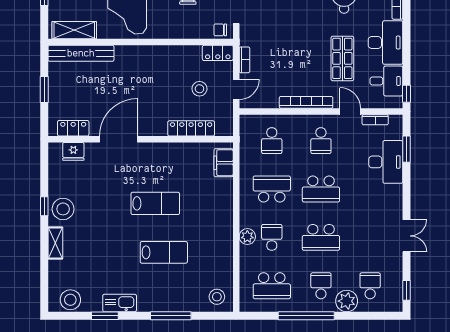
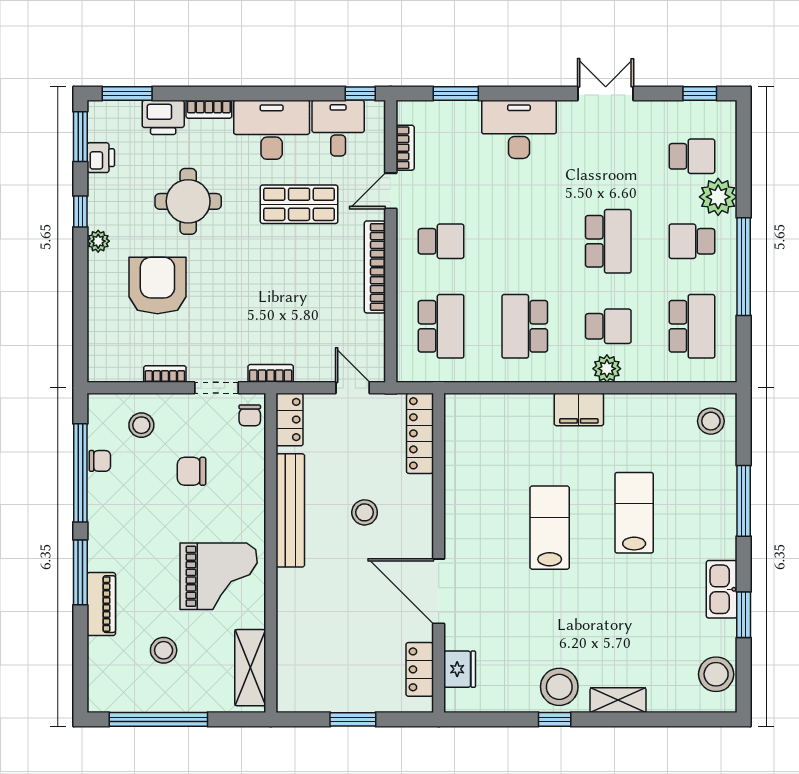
bench: (81, 53) -> (290, 510), moved
bookcase: (244, 60) -> (271, 373), moved
stool: (199, 89) -> (365, 512), moved
locker: (191, 128) -> (420, 433), moved
school desk: (272, 141) -> (441, 326), width x1.85
desk: (386, 162) -> (519, 129), moved
filing cabinet: (224, 163) -> (579, 409), moved
school desk: (321, 189) -> (525, 241), removed
school desk: (272, 237) -> (608, 326), turned 180
school desk: (370, 286) -> (692, 156), turned 180

